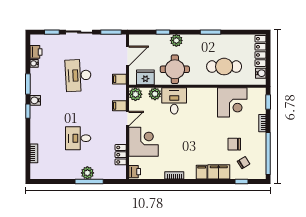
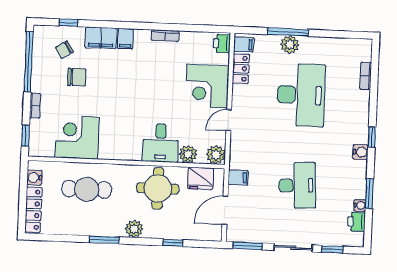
plant: (176, 40) -> (134, 229), moved
window: (28, 84) -> (369, 194), moved
filing cabinet: (119, 106) -> (244, 44), moved
desk: (78, 138) -> (301, 95), width x1.87, depth x1.30

